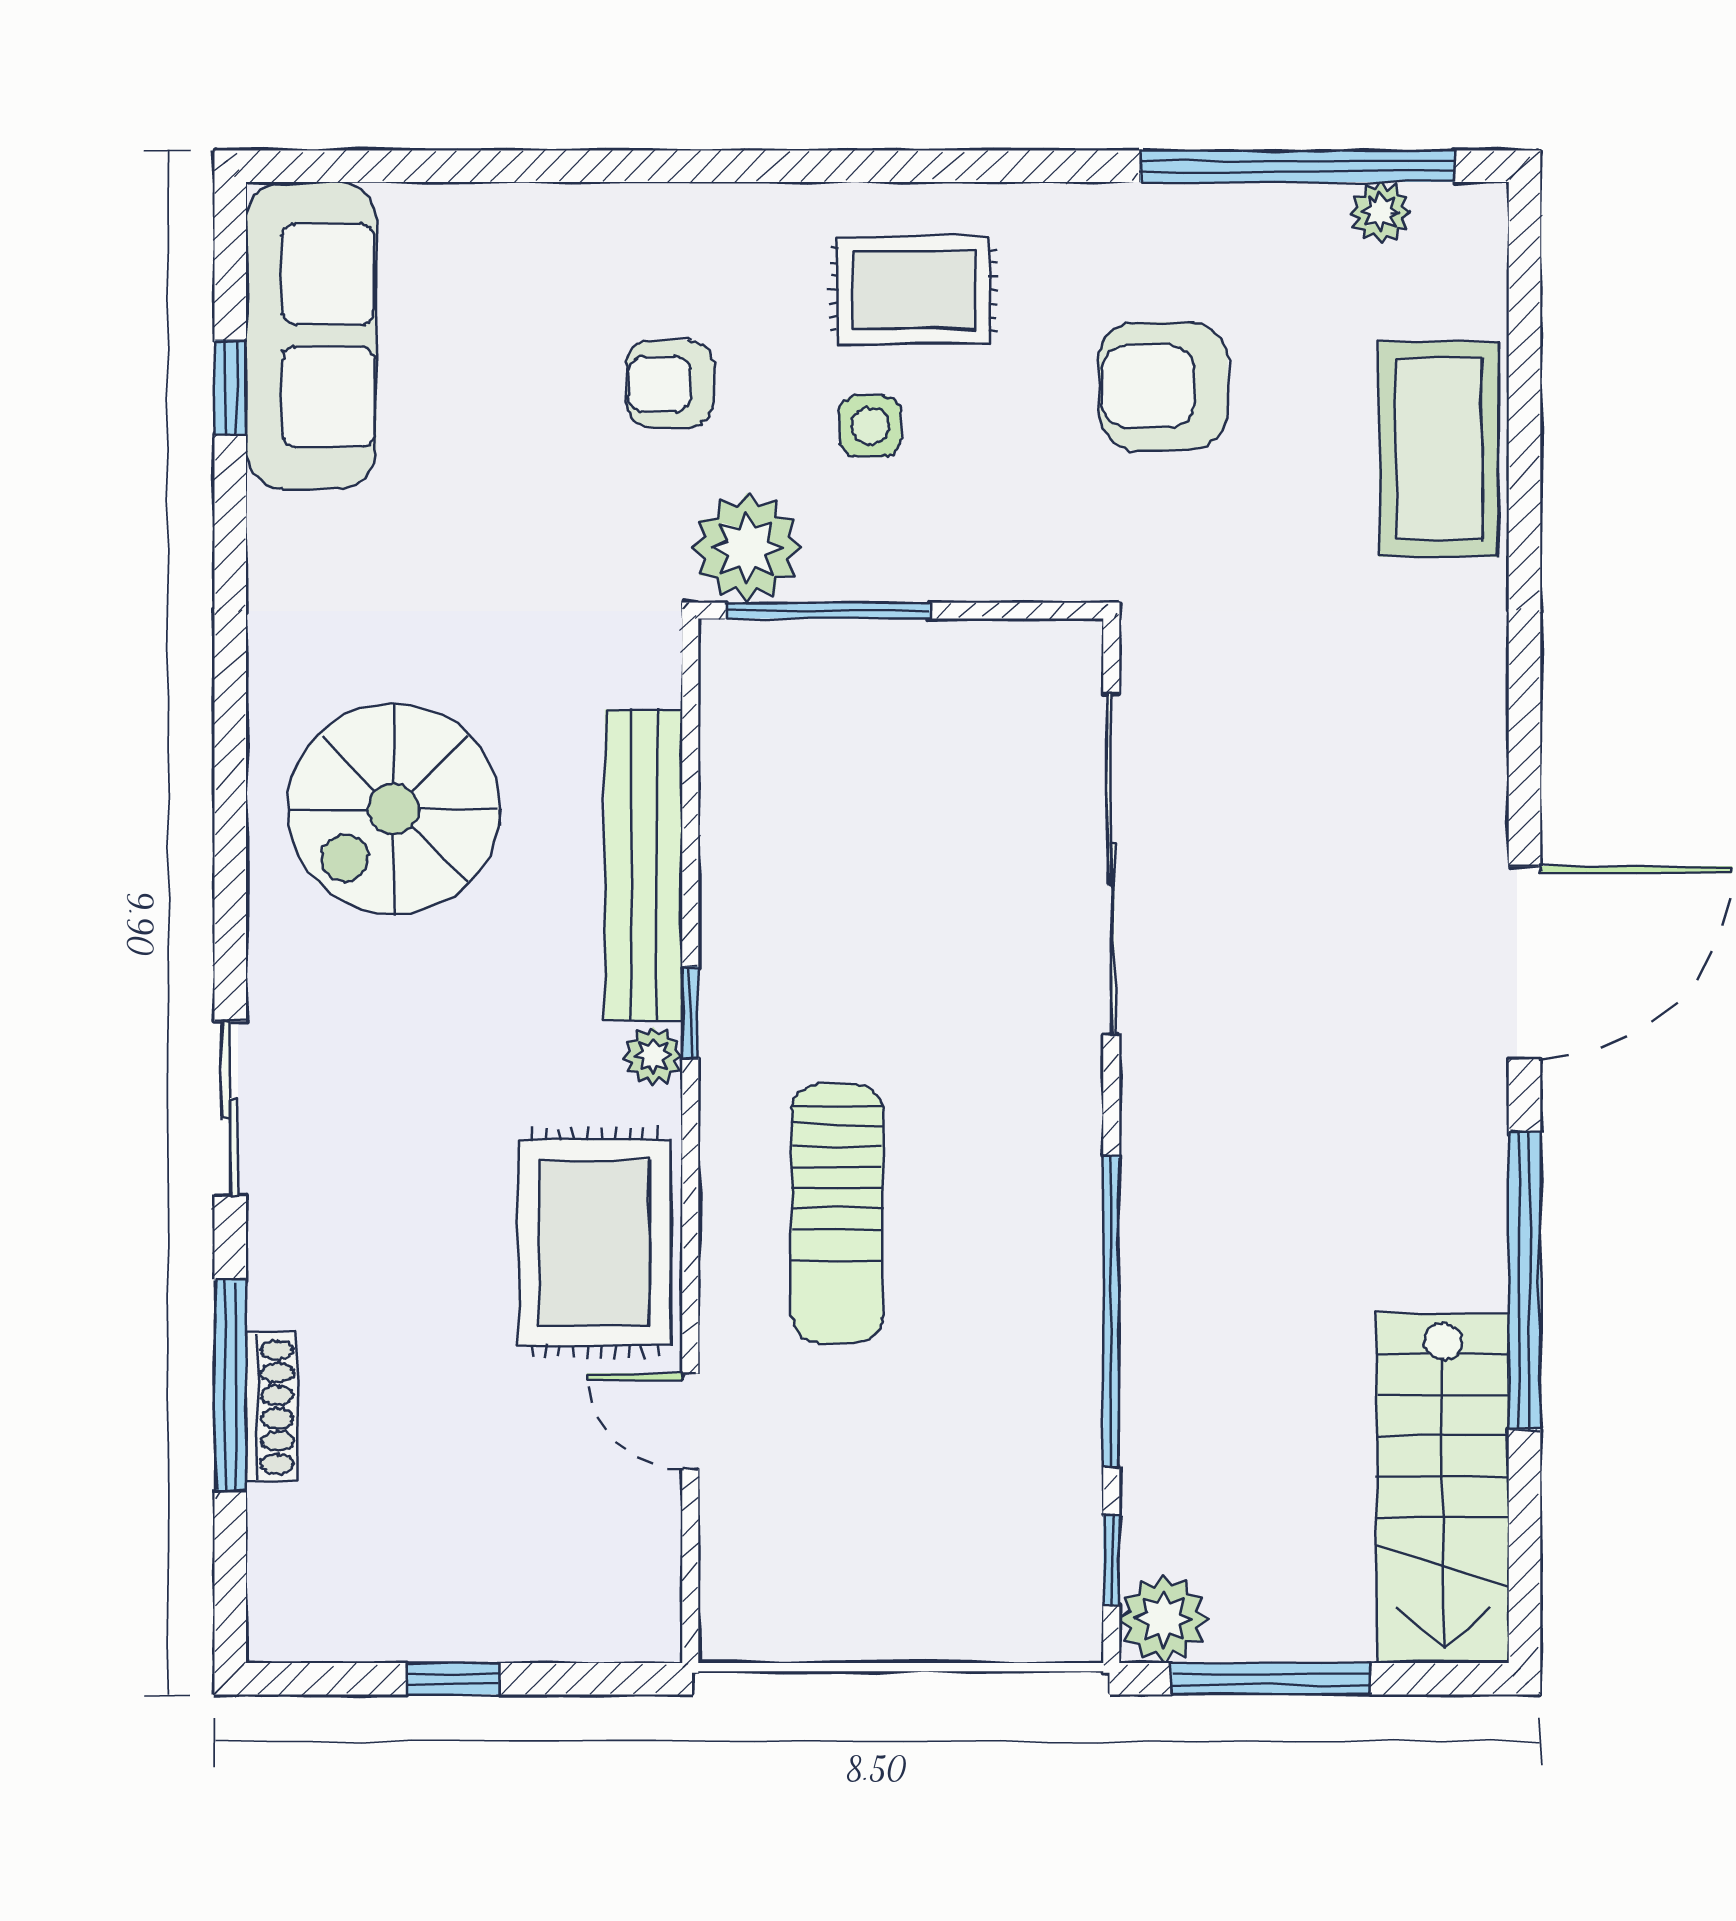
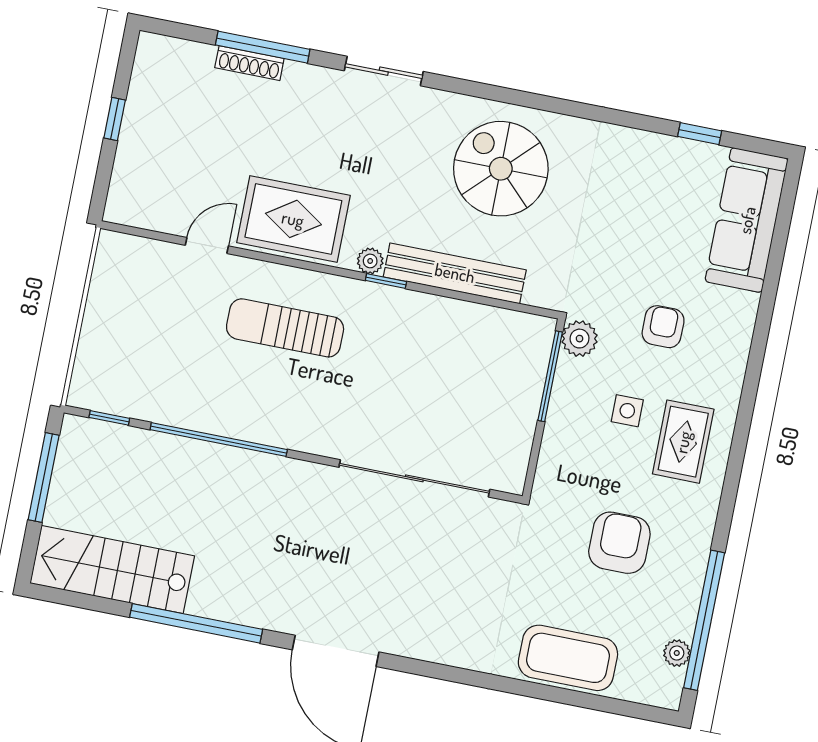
sofa: (311, 335) -> (747, 220), moved, turned 90
plant: (747, 548) -> (580, 339), width x0.73, depth x0.73
plant: (1163, 1619) -> (79, 436), removed

